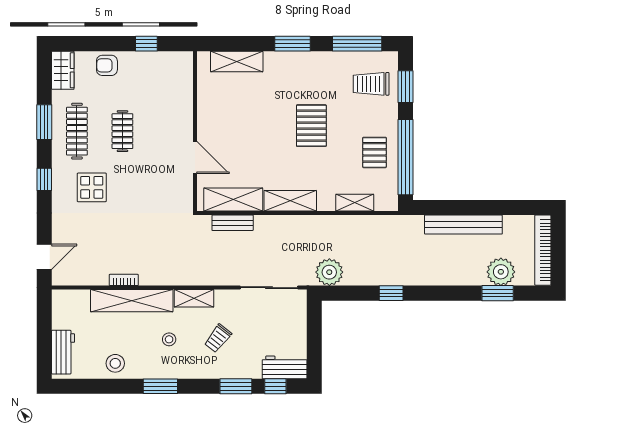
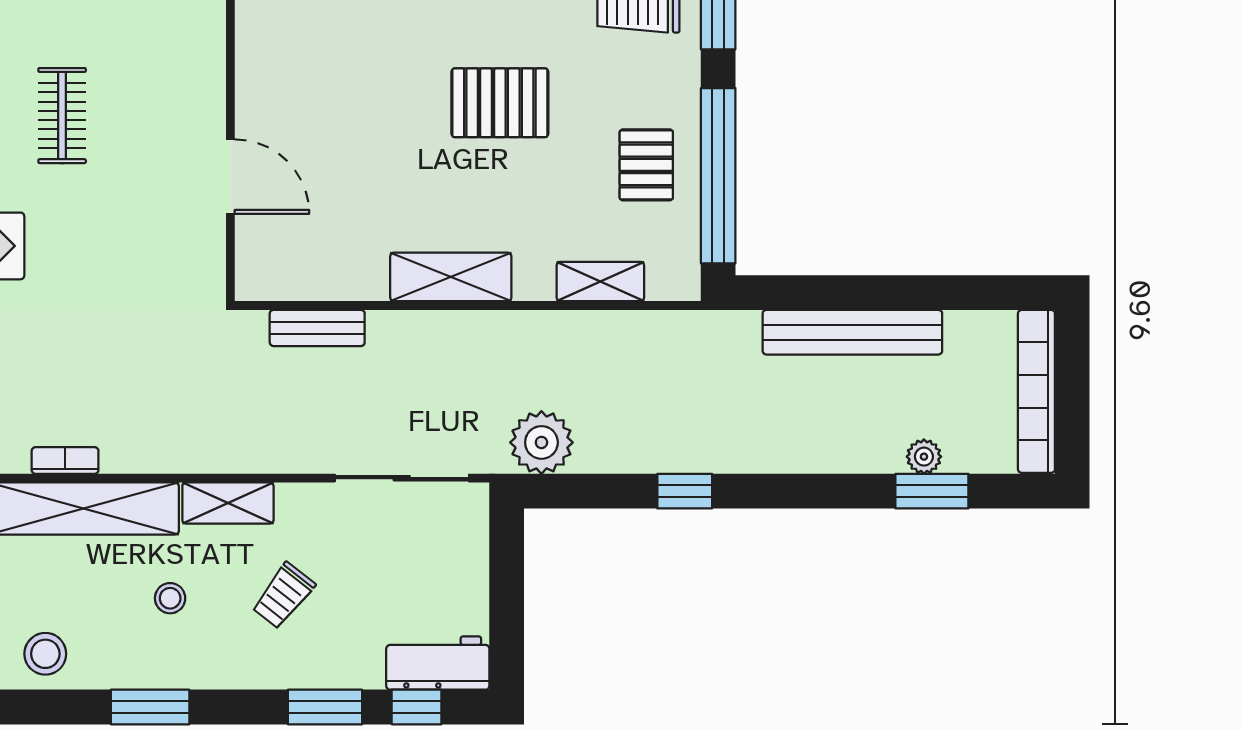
pallet: (311, 126) -> (500, 103), turned 90
shelving: (233, 200) -> (319, 274), removed
plant: (501, 272) -> (924, 457), width x0.53, depth x0.53

